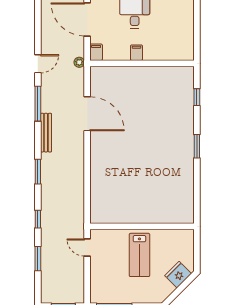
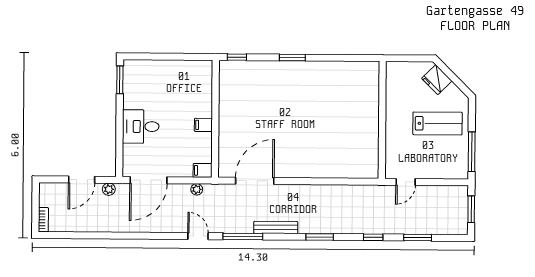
filing cabinet: (96, 52) -> (203, 170), moved
filing cabinet: (136, 53) -> (203, 125), moved
wall: (142, 63) -> (215, 119), moved
lab bench: (139, 255) -> (437, 123), moved

